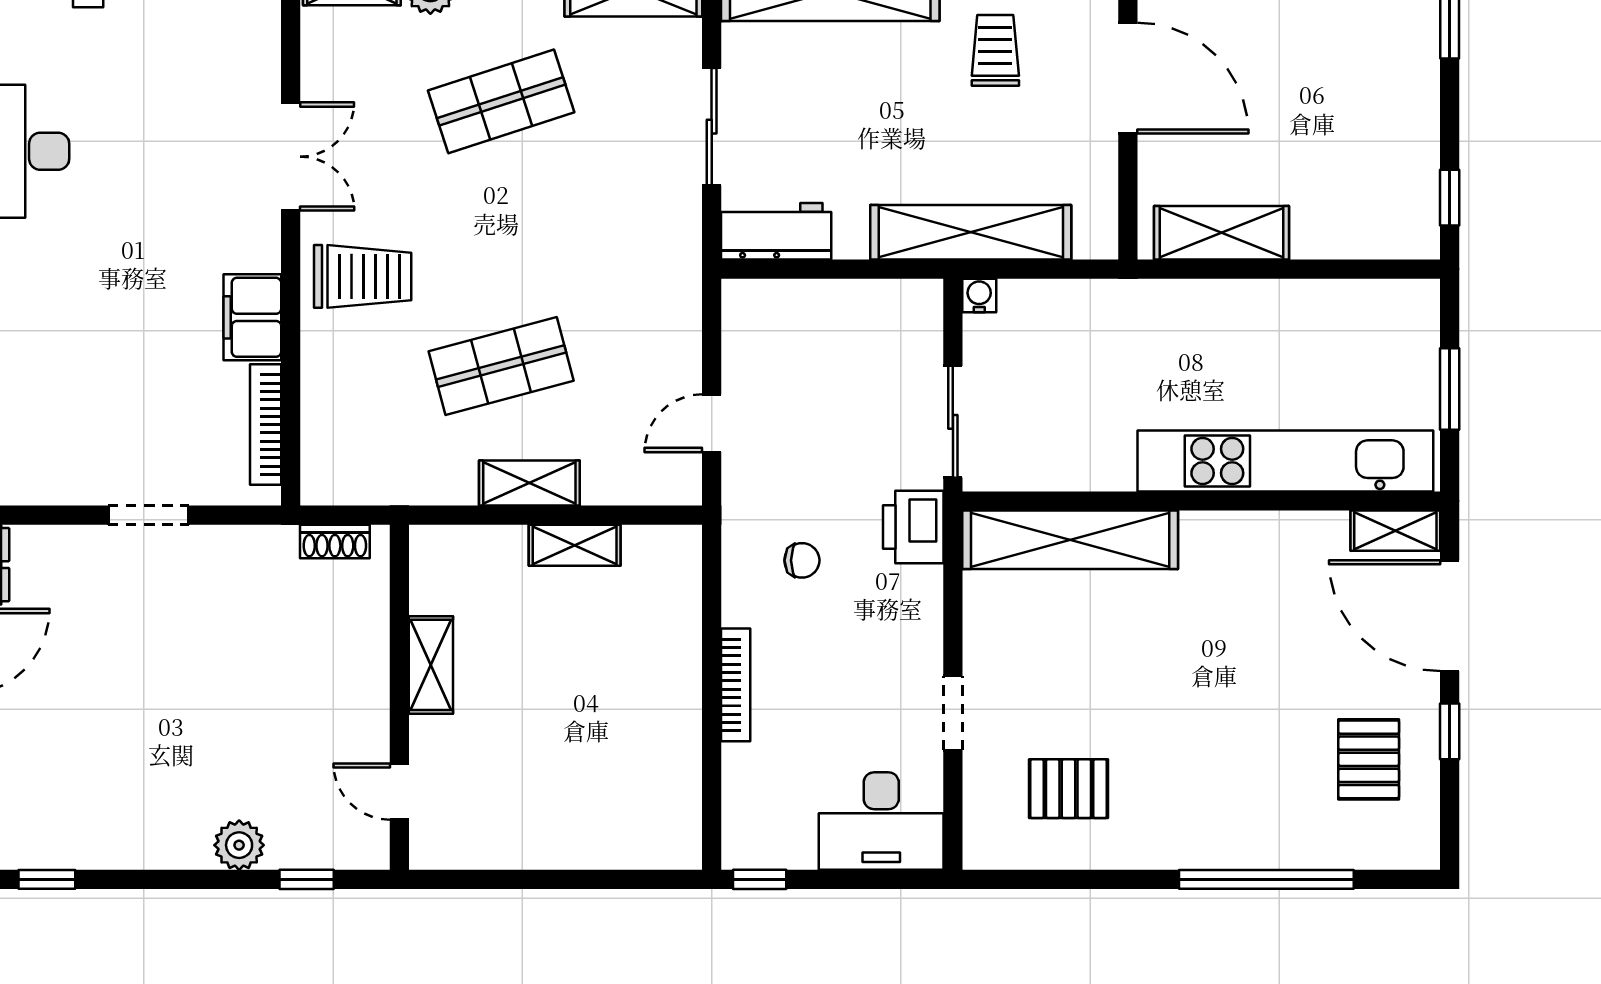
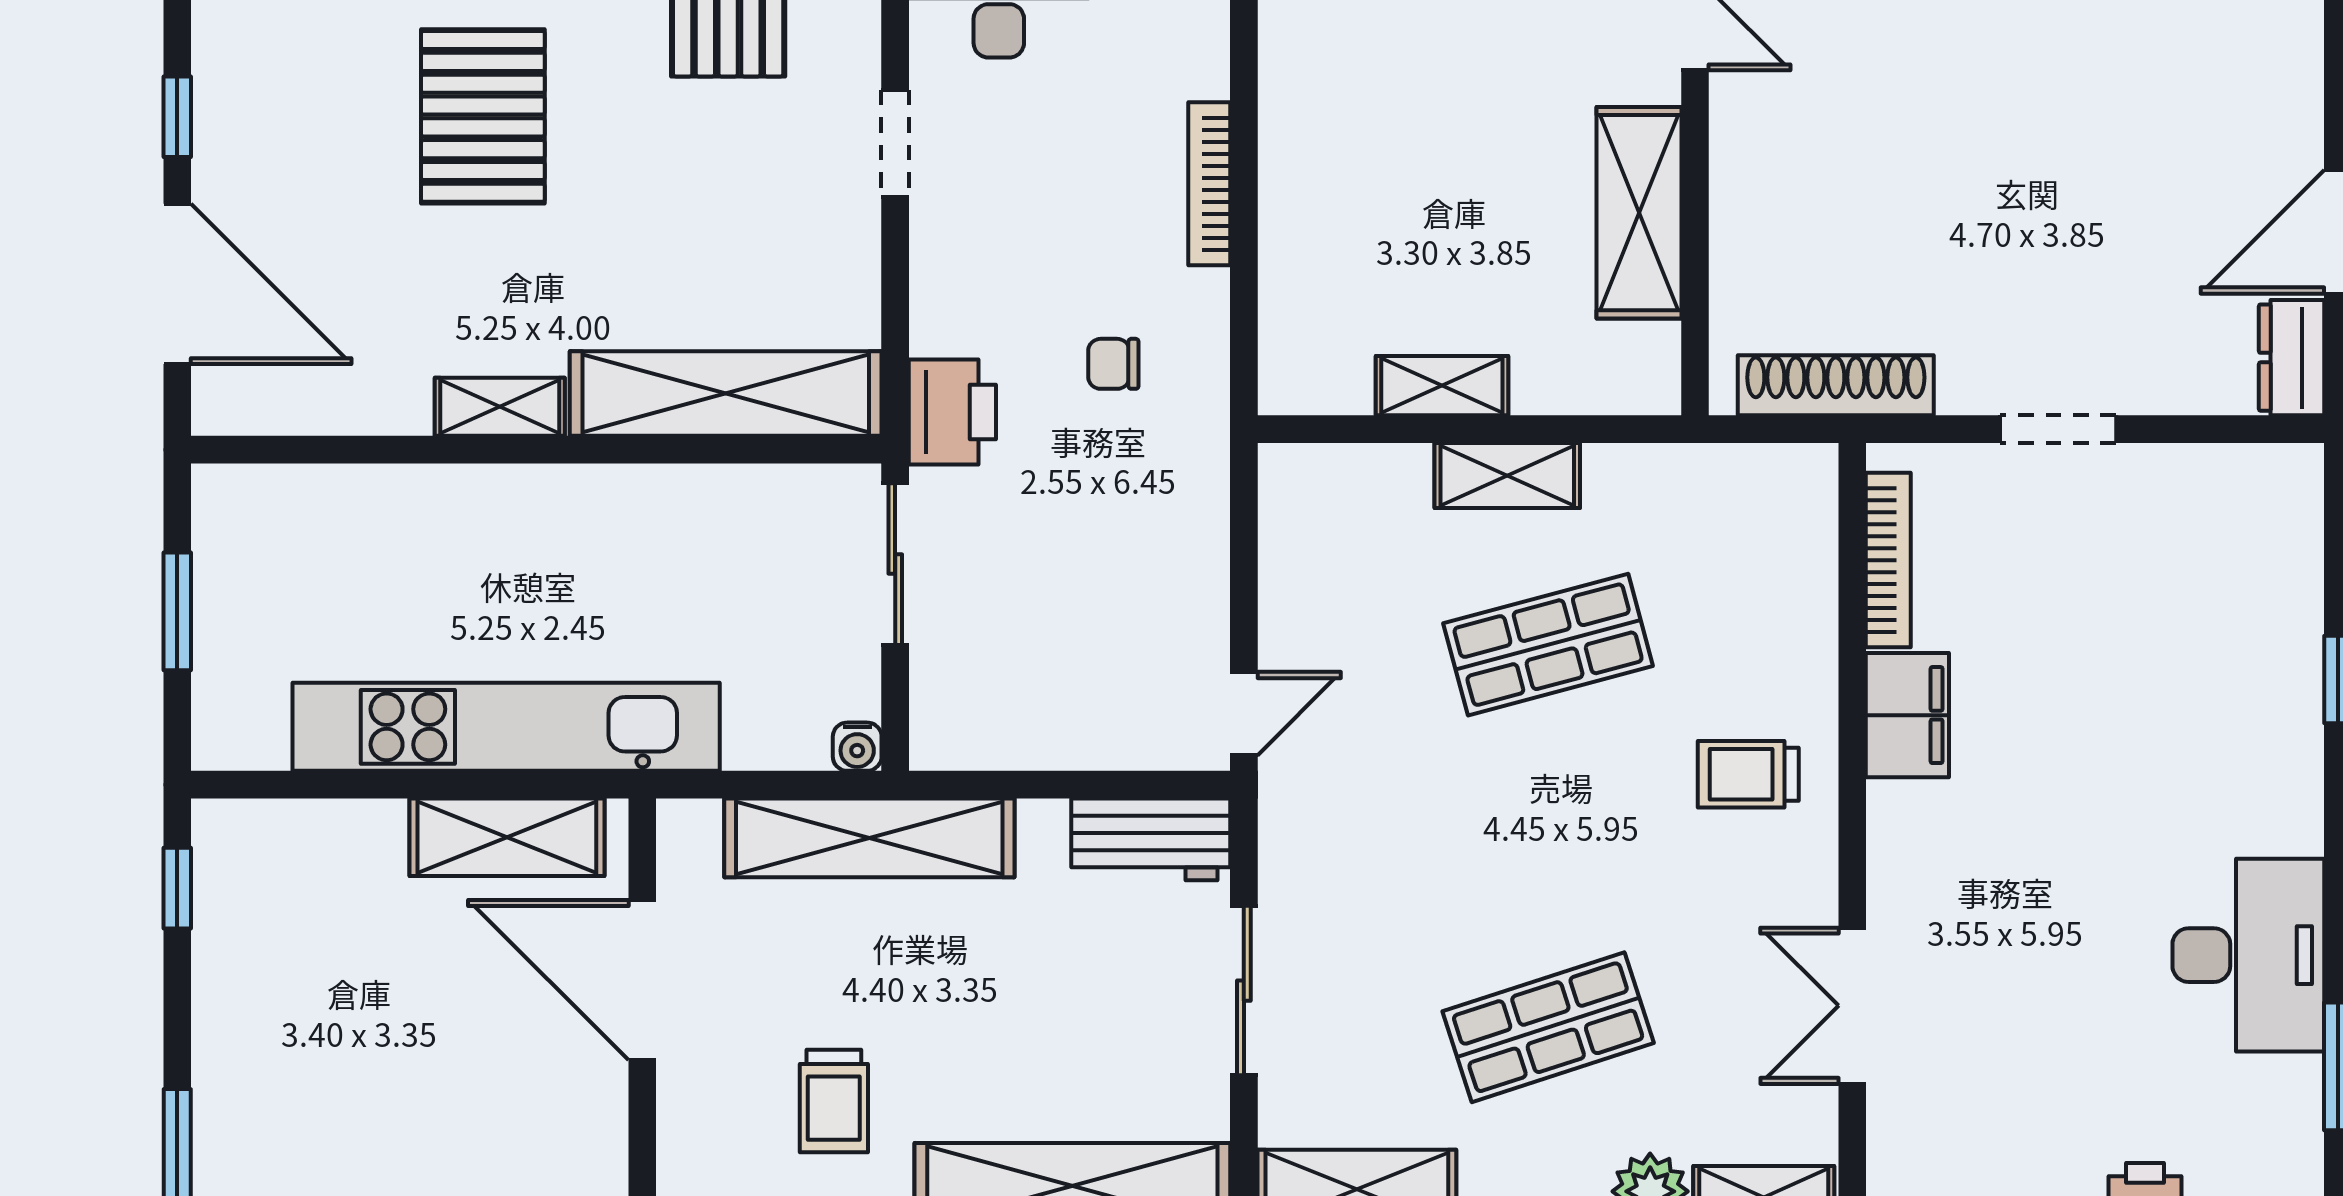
door: (1128, 78) -> (642, 980), moved
double door: (291, 157) -> (1852, 1006), moved
trolley: (363, 276) -> (1748, 774), width x0.73, depth x0.72
door: (712, 423) -> (1244, 714), moved
kitchen unit: (1285, 461) -> (506, 727), moved, turned 180
shelving: (1395, 531) -> (500, 407), moved
shoe rack: (335, 542) -> (1836, 385), width x1.94, depth x1.24
shelving: (431, 665) -> (1639, 213), width x1.50, depth x1.33
pallet: (1369, 759) -> (483, 116), moved, width x1.50, depth x1.42

